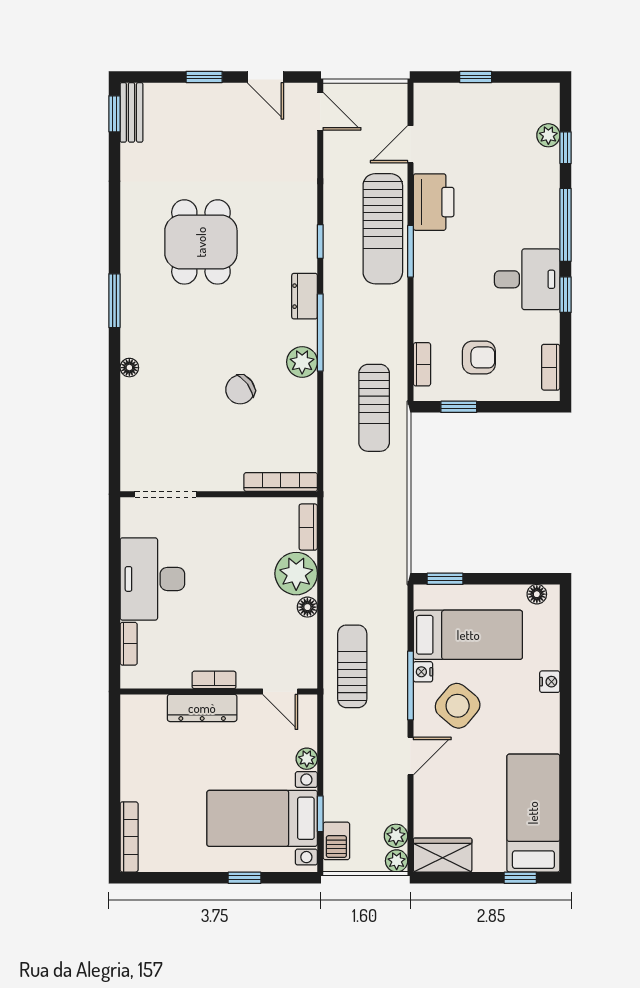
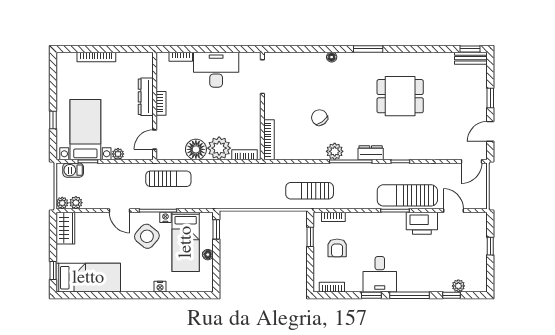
floor lamp: (537, 594) -> (208, 255), moved
floor lamp: (307, 607) -> (196, 149), width x1.89, depth x1.89
bookcase: (129, 837) -> (96, 57), moved

